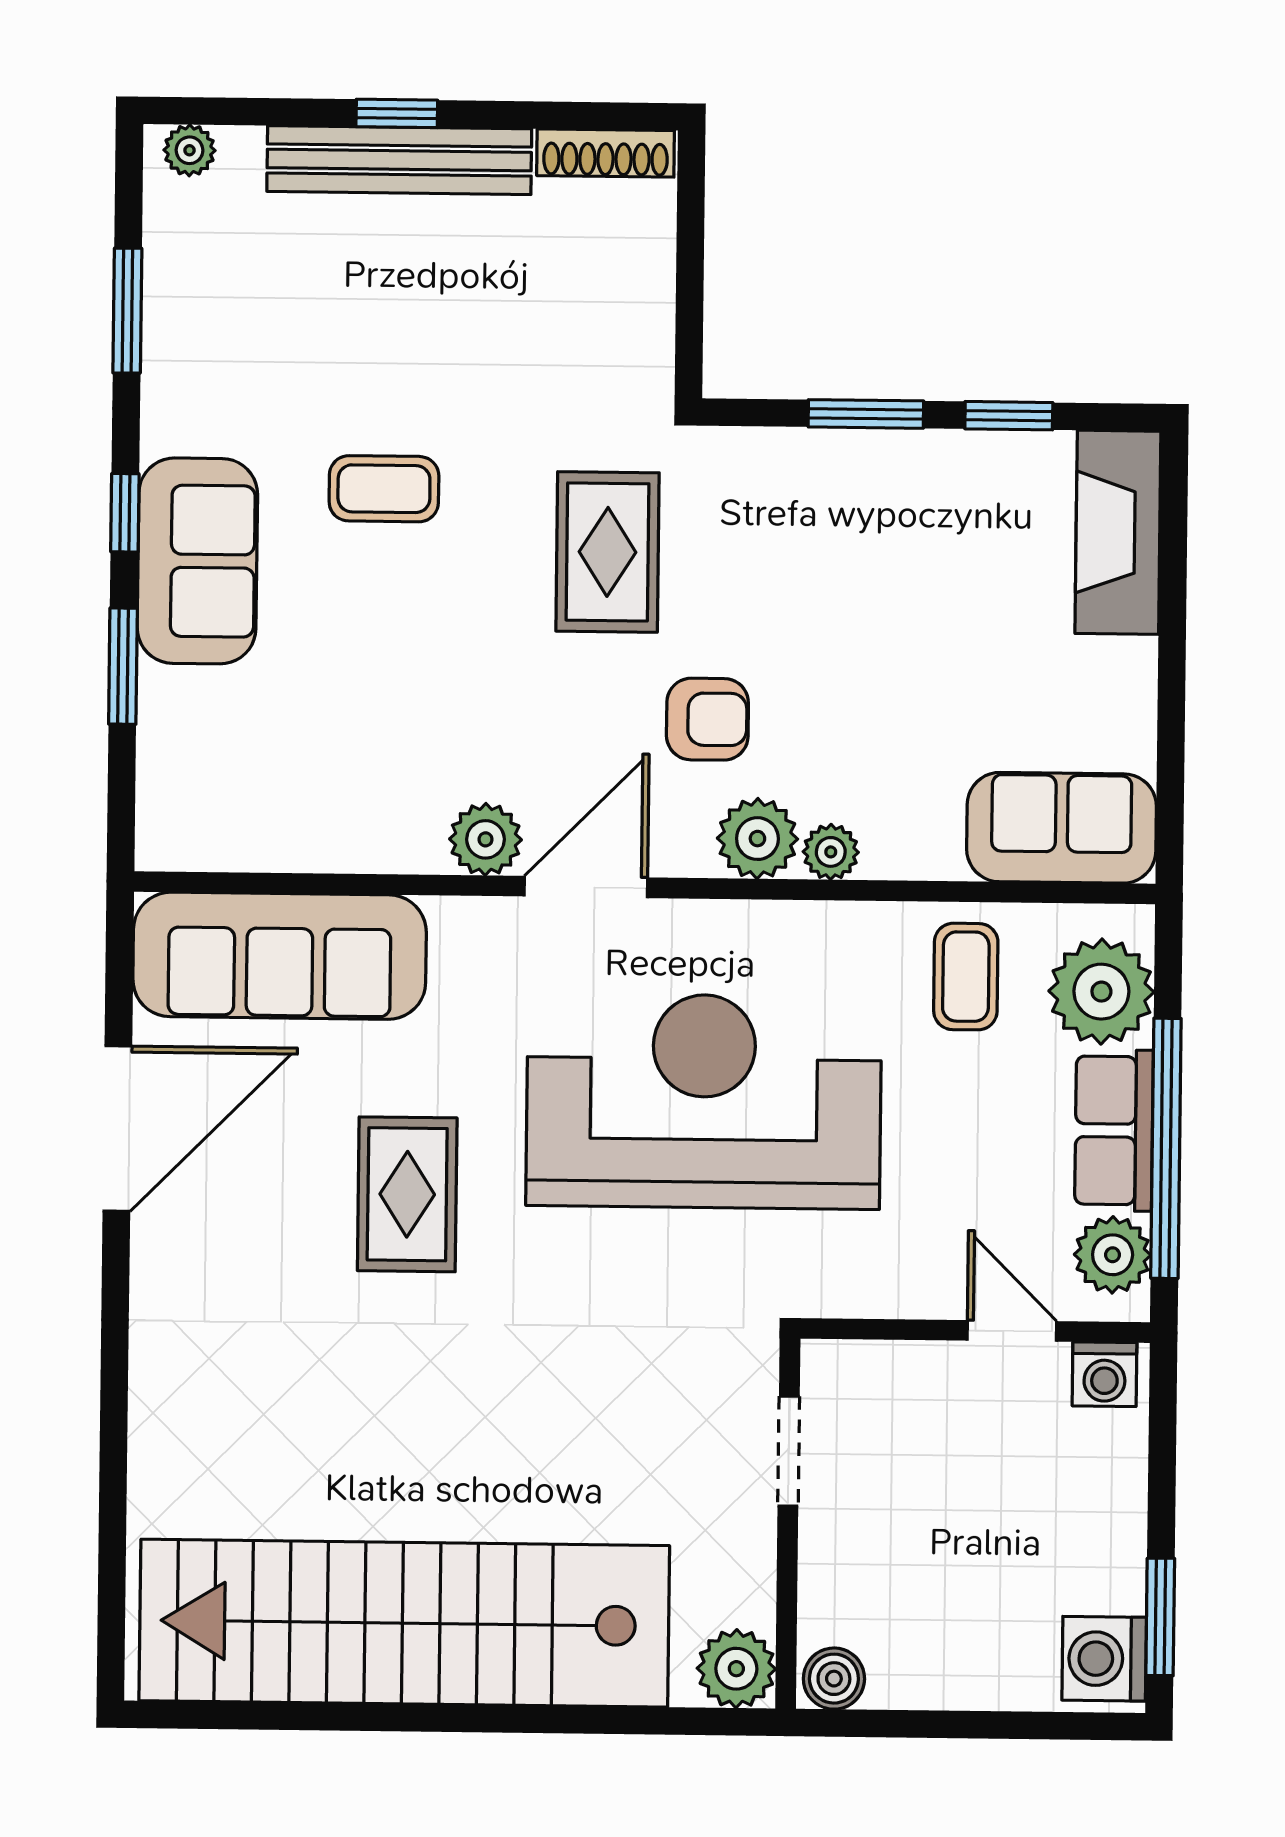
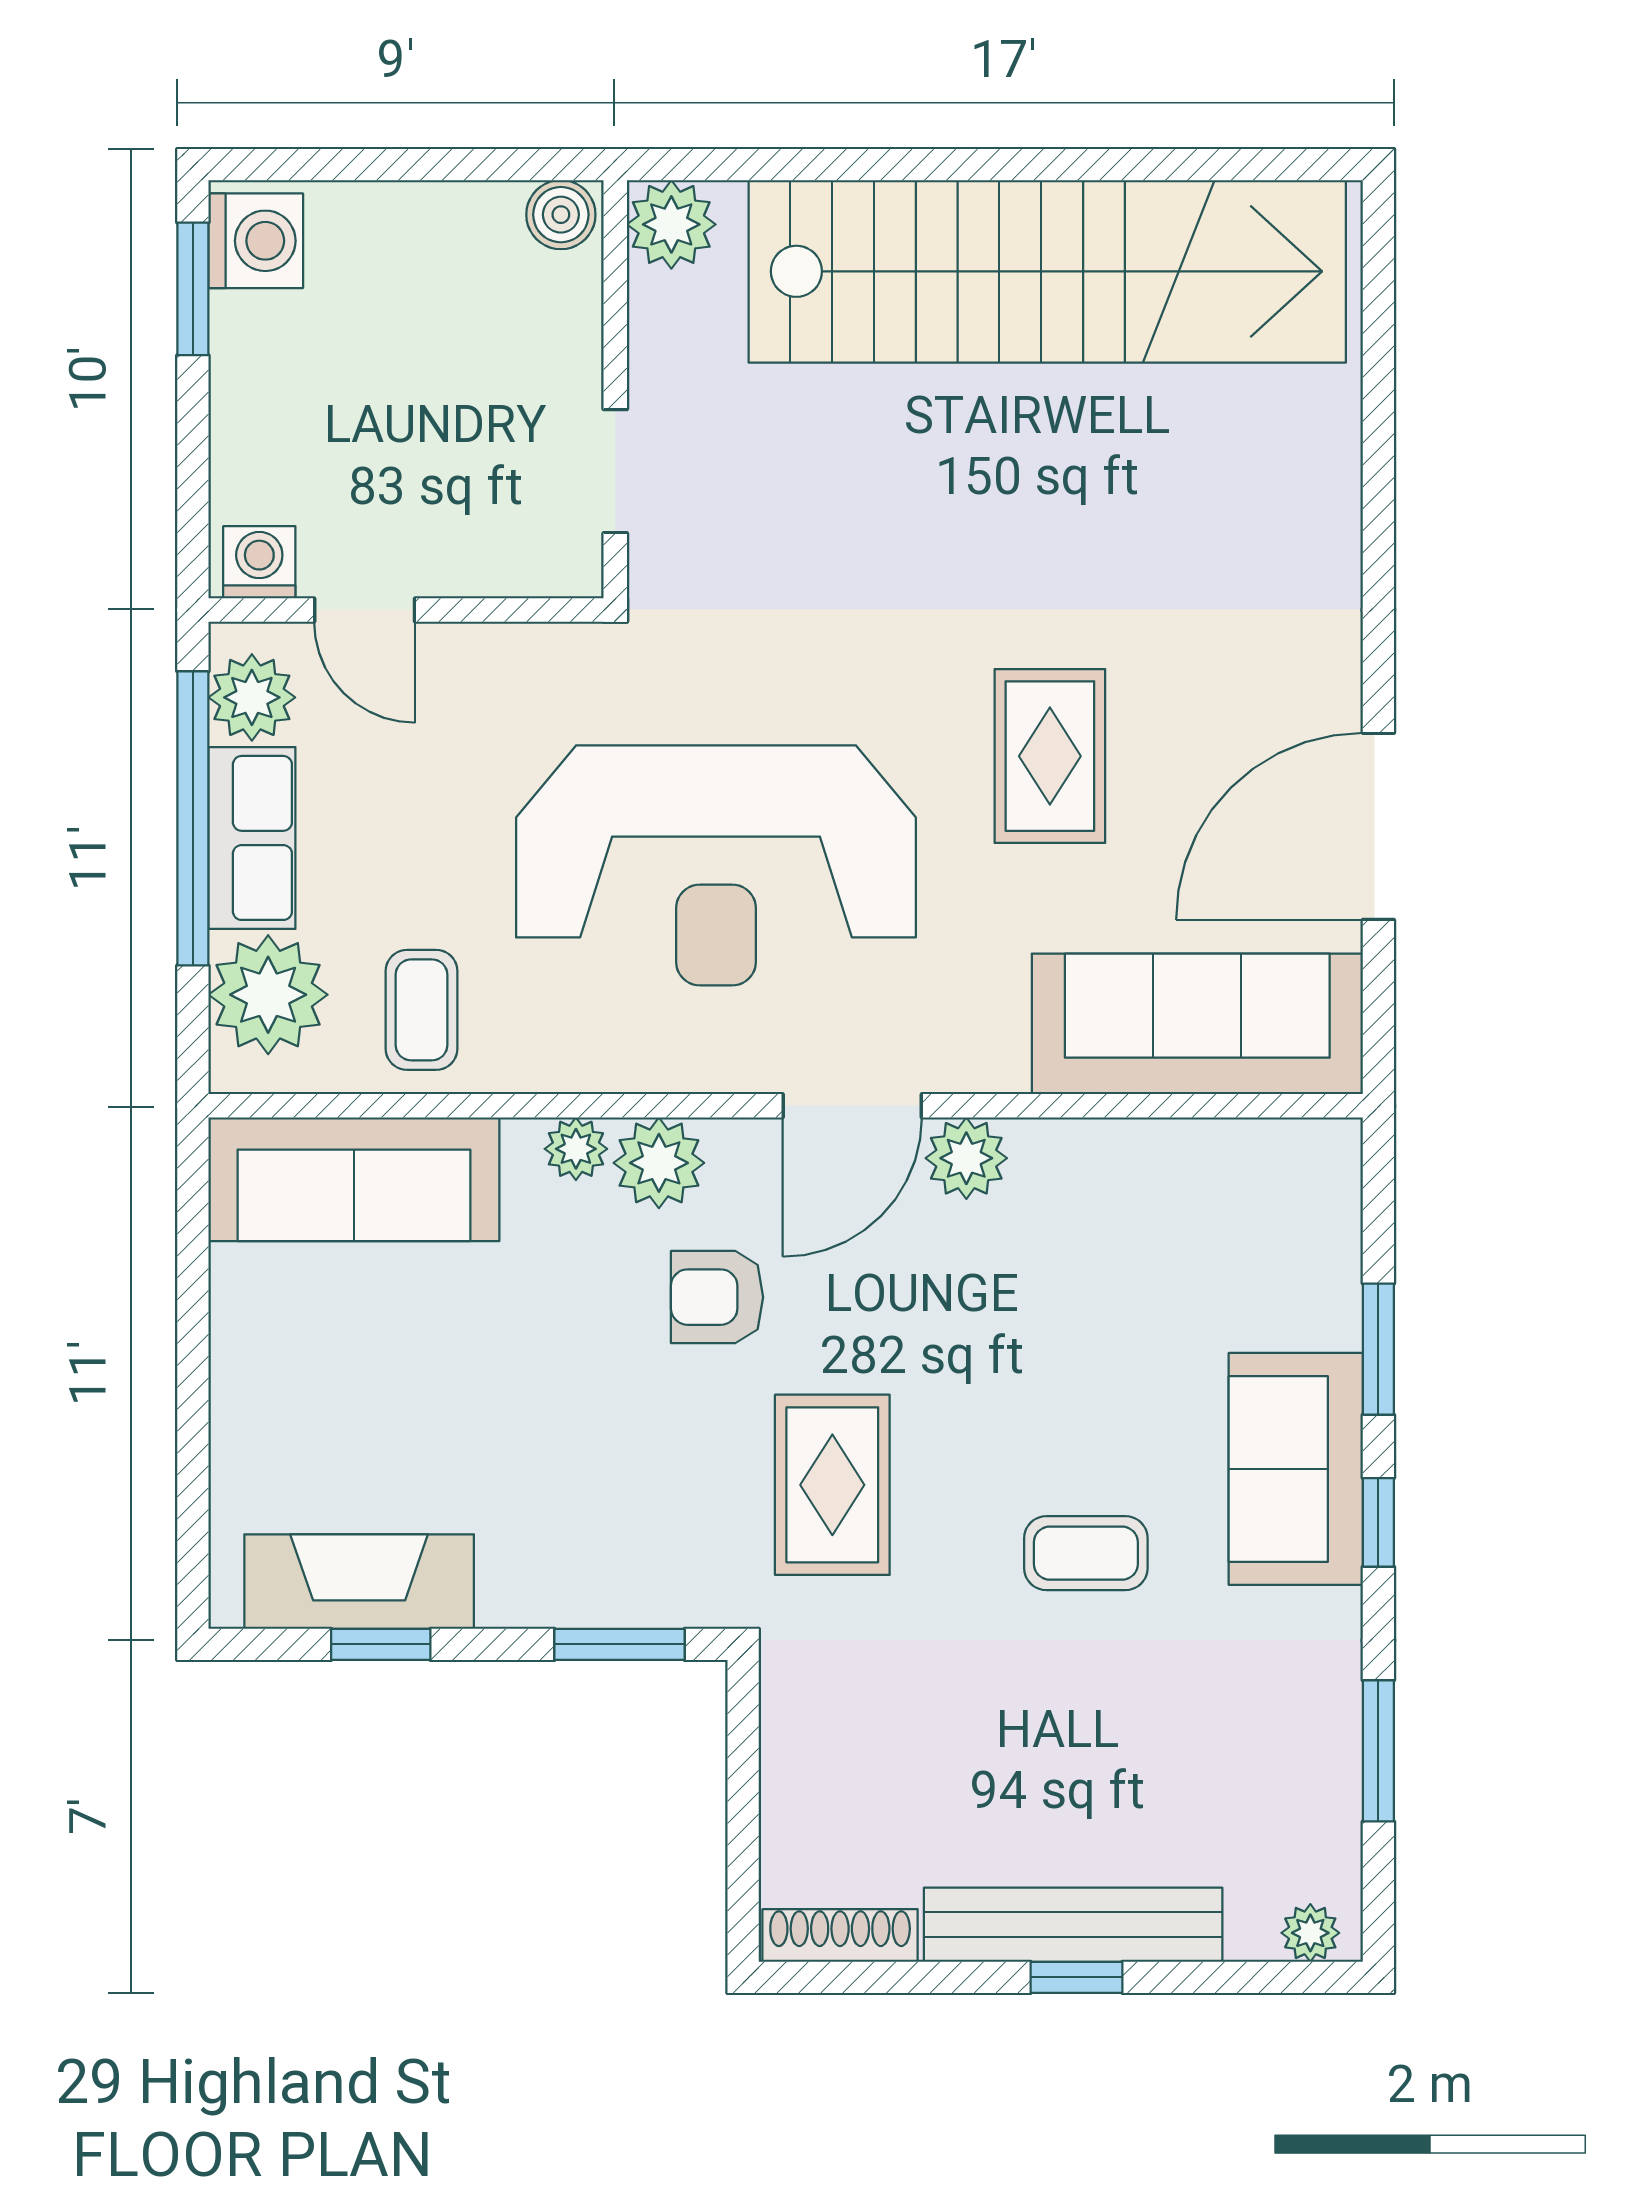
window: (866, 414) -> (619, 1644), moved
fireplace: (1118, 532) -> (359, 1582), moved, turned -90
sofa: (1062, 828) -> (354, 1179), width x1.36

